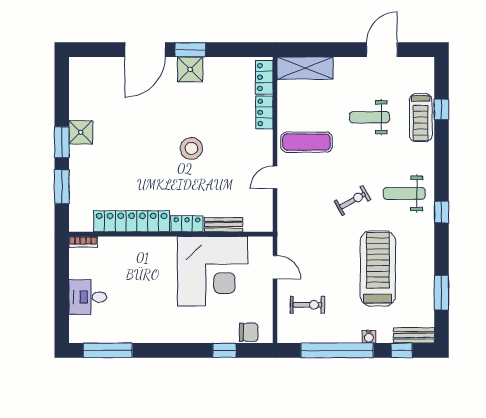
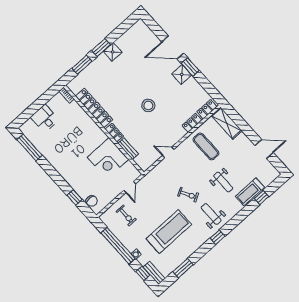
weight bench: (369, 117) -> (223, 182), moved, turned 180
exercise mat: (306, 142) -> (206, 146), moved
corner desk: (213, 271) -> (108, 158), width x0.74, depth x0.74

